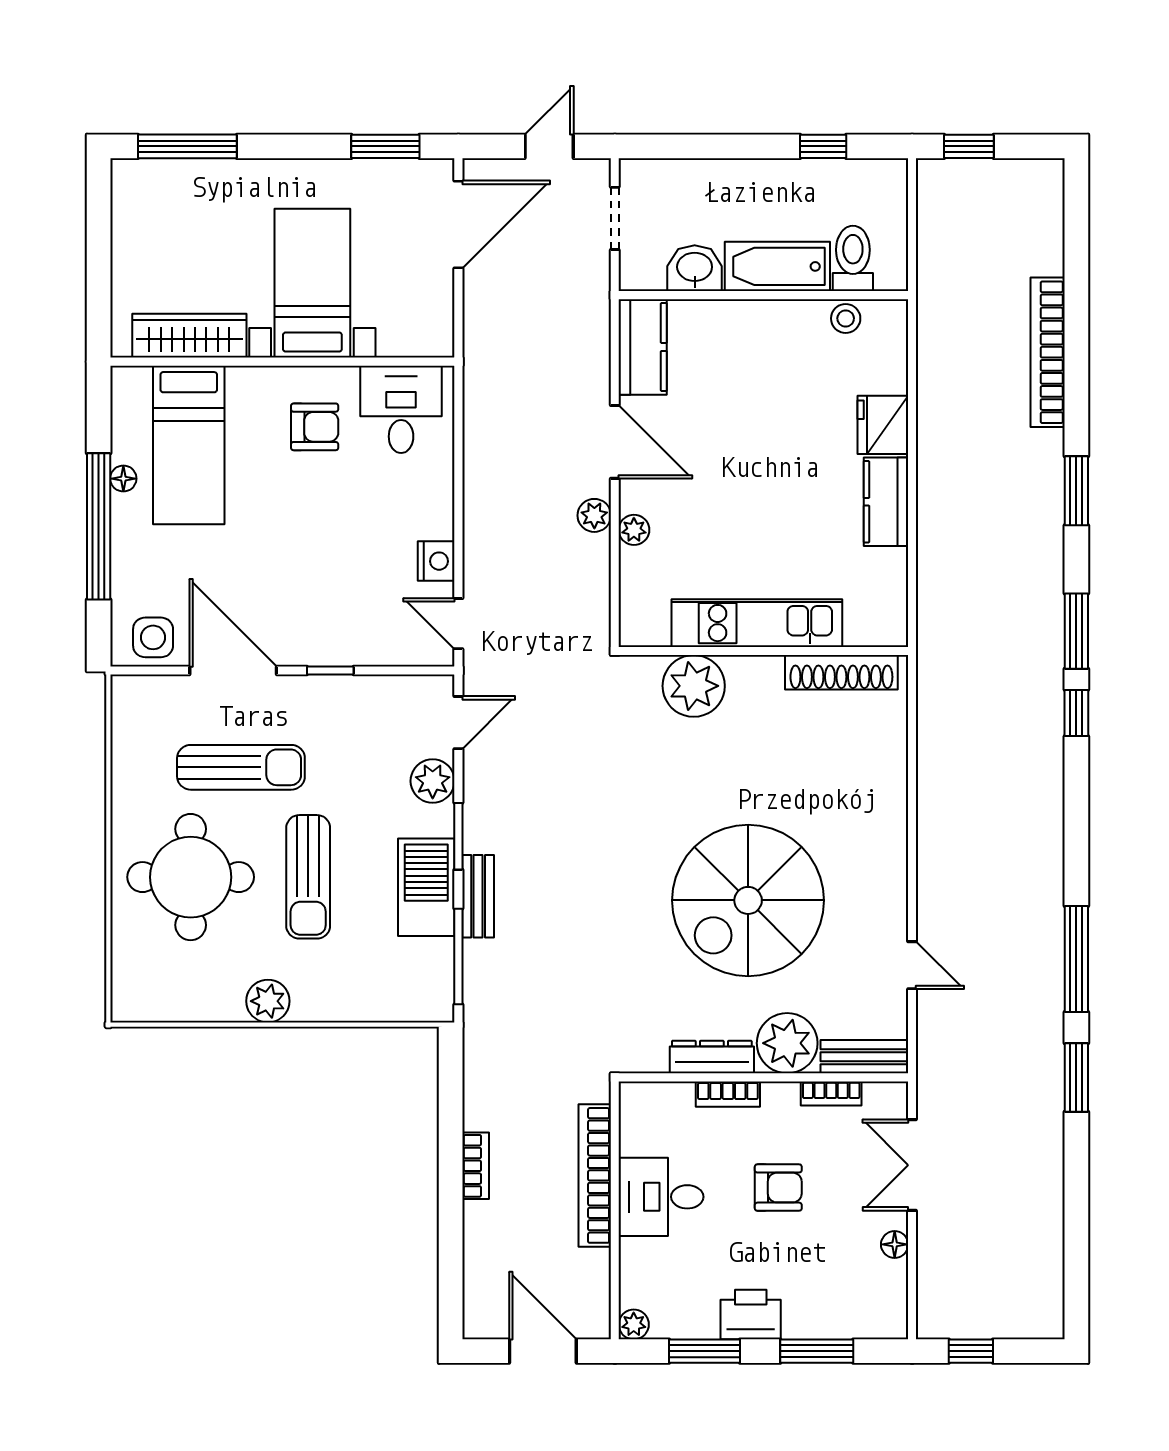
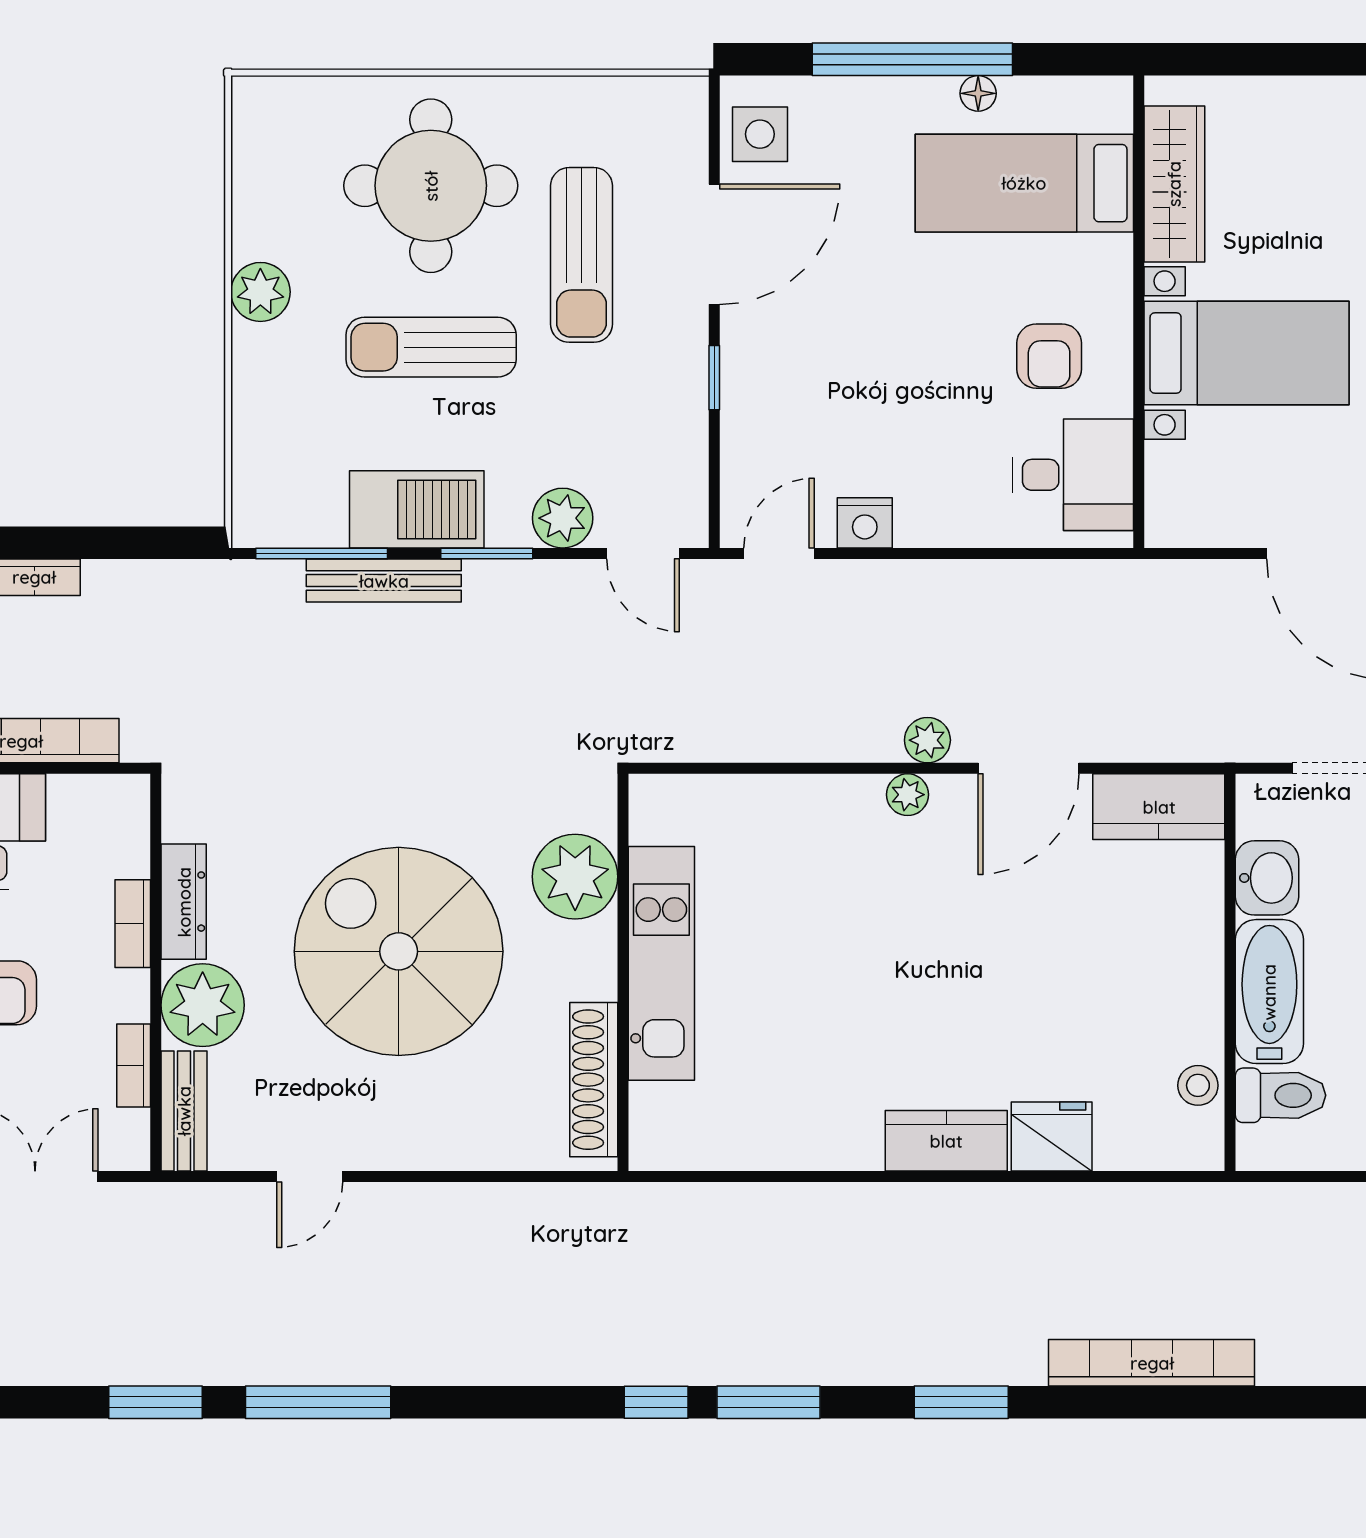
kitchen unit: (757, 623) -> (661, 963), moved
wall: (763, 651) -> (623, 972), moved
shoe rack: (841, 672) -> (594, 1080), moved
plant: (694, 686) -> (575, 877), moved
bench: (478, 896) -> (384, 581), width x1.36

